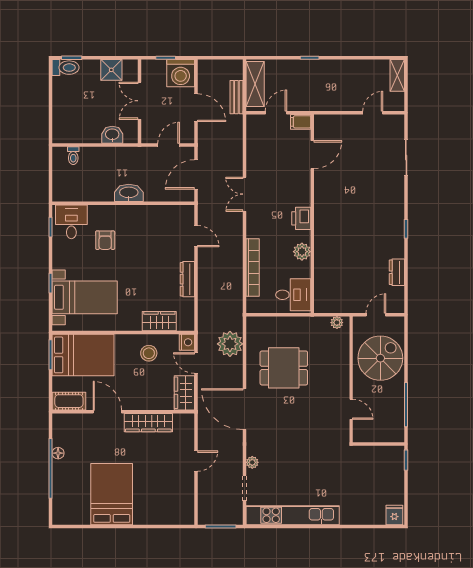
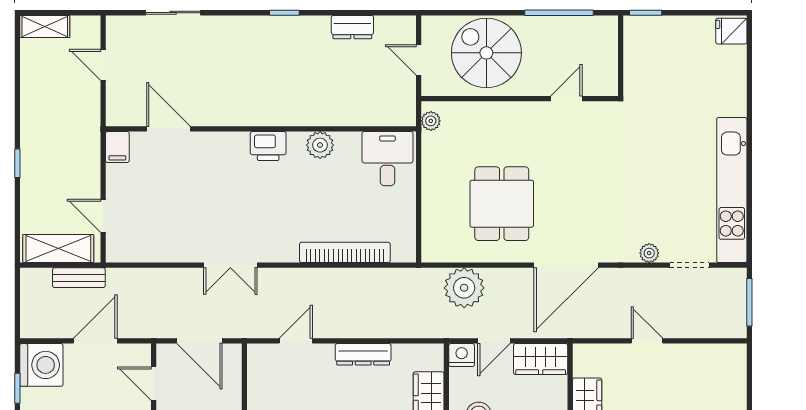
filing cabinet: (301, 122) -> (117, 147), moved
door: (312, 155) -> (168, 129), moved
wall: (312, 214) -> (261, 129), moved
printer: (301, 218) -> (268, 146), moved
plant: (302, 252) -> (320, 145), moved
desk: (293, 295) -> (387, 159), moved

